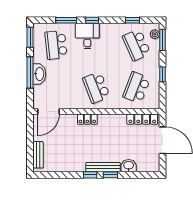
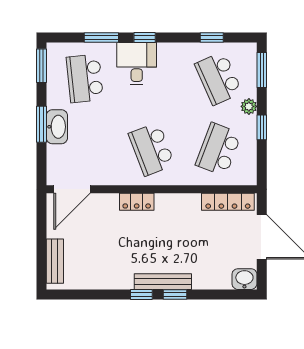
plant: (155, 34) -> (249, 106), moved
window: (30, 72) -> (42, 124), width x0.69
washbasin: (129, 166) -> (244, 279), moved

